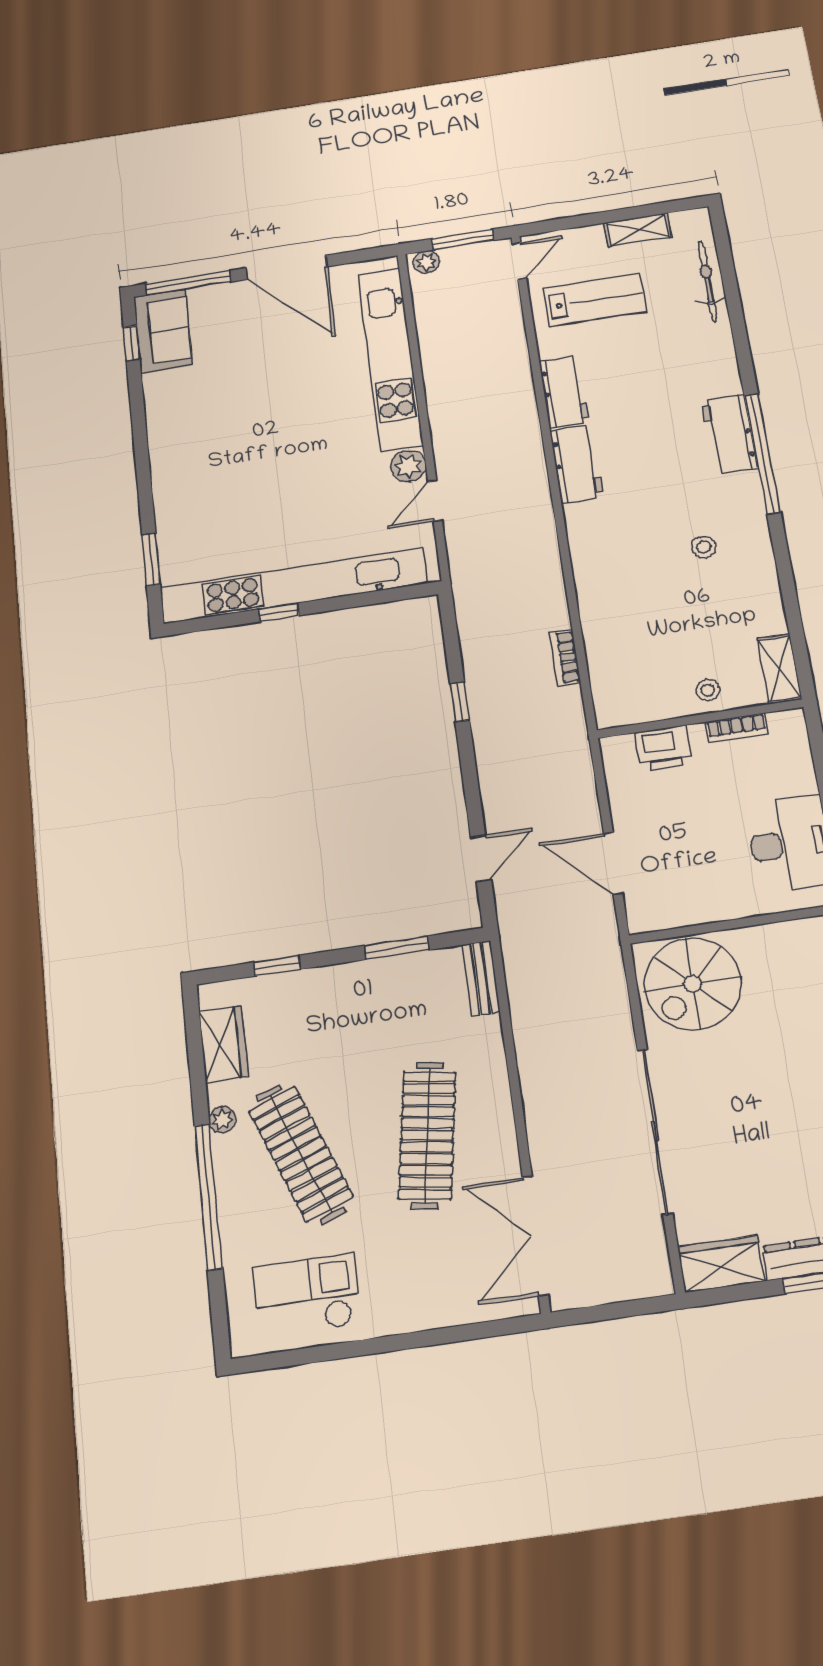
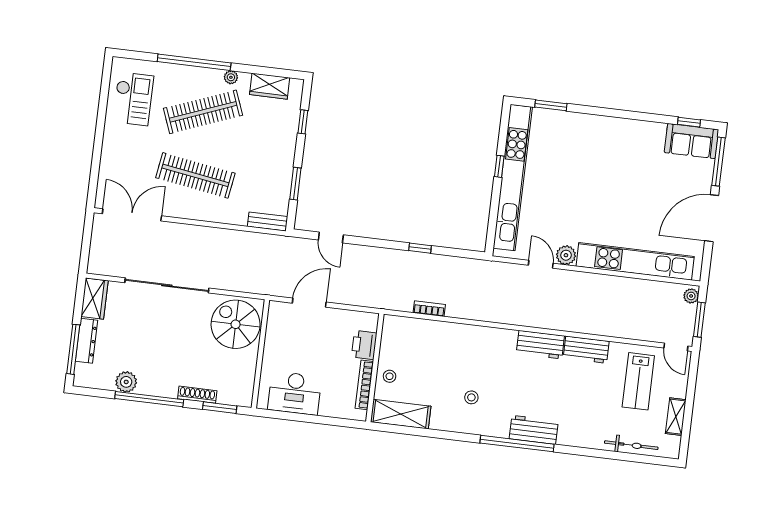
shelving: (780, 669) -> (401, 414), width x1.50, depth x1.33
bookcase: (737, 728) -> (364, 385), width x1.56

